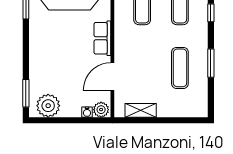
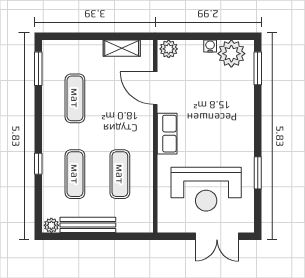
window: (211, 63) -> (38, 69), moved
door: (112, 77) -> (155, 88), swing flipped
water cooler: (87, 112) -> (210, 46), moved

